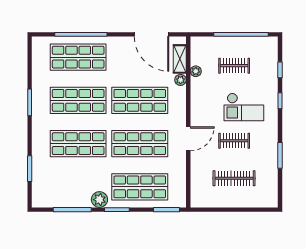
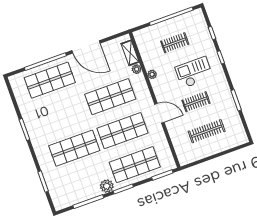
door: (152, 34) -> (86, 47), moved
plant: (196, 71) -> (152, 74), moved
shop shelf: (78, 100) -> (62, 114), removed
checkout: (244, 107) -> (194, 72), turned 180
door: (188, 139) -> (159, 113), hinge flipped

